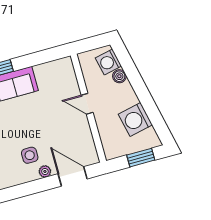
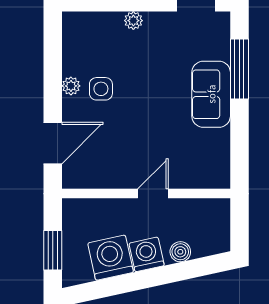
washing machine: (108, 62) -> (147, 254), moved
plant: (45, 171) -> (71, 86), moved

